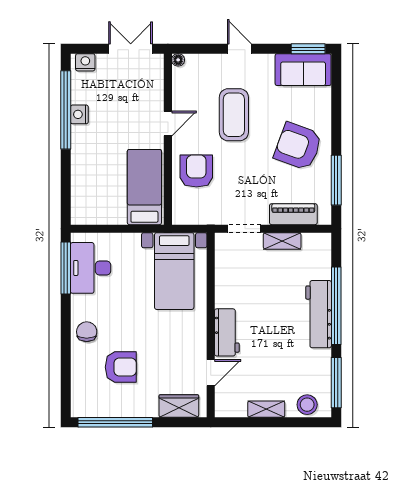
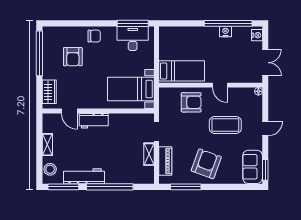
workbench: (319, 314) -> (84, 176), moved

